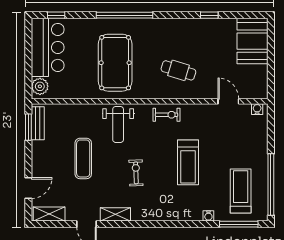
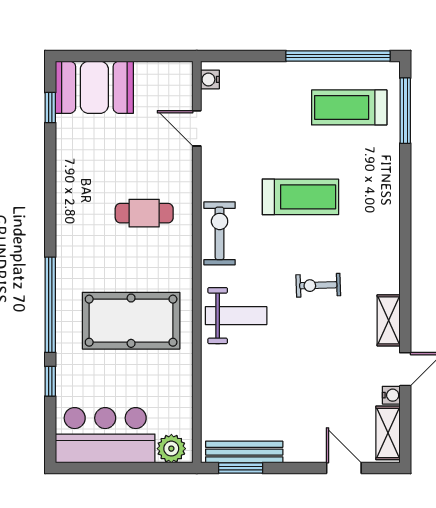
window: (56, 15) -> (50, 381), moved
window: (209, 15) -> (50, 108), moved
cafe table: (178, 70) -> (144, 213), turned 73
door: (228, 101) -> (197, 128), hinge flipped
exercise bike: (167, 115) -> (220, 233), width x1.38, depth x1.39
bench: (38, 123) -> (244, 452), width x1.36
exercise mat: (83, 158) -> (294, 375), removed
water cooler: (208, 216) -> (391, 395), moved

